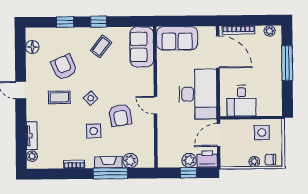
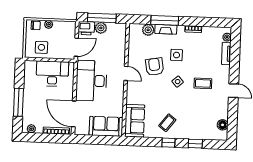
armchair: (64, 67) -> (198, 107), removed
desk: (241, 101) -> (52, 74), width x1.37
window: (189, 173) -> (102, 18), width x2.17

